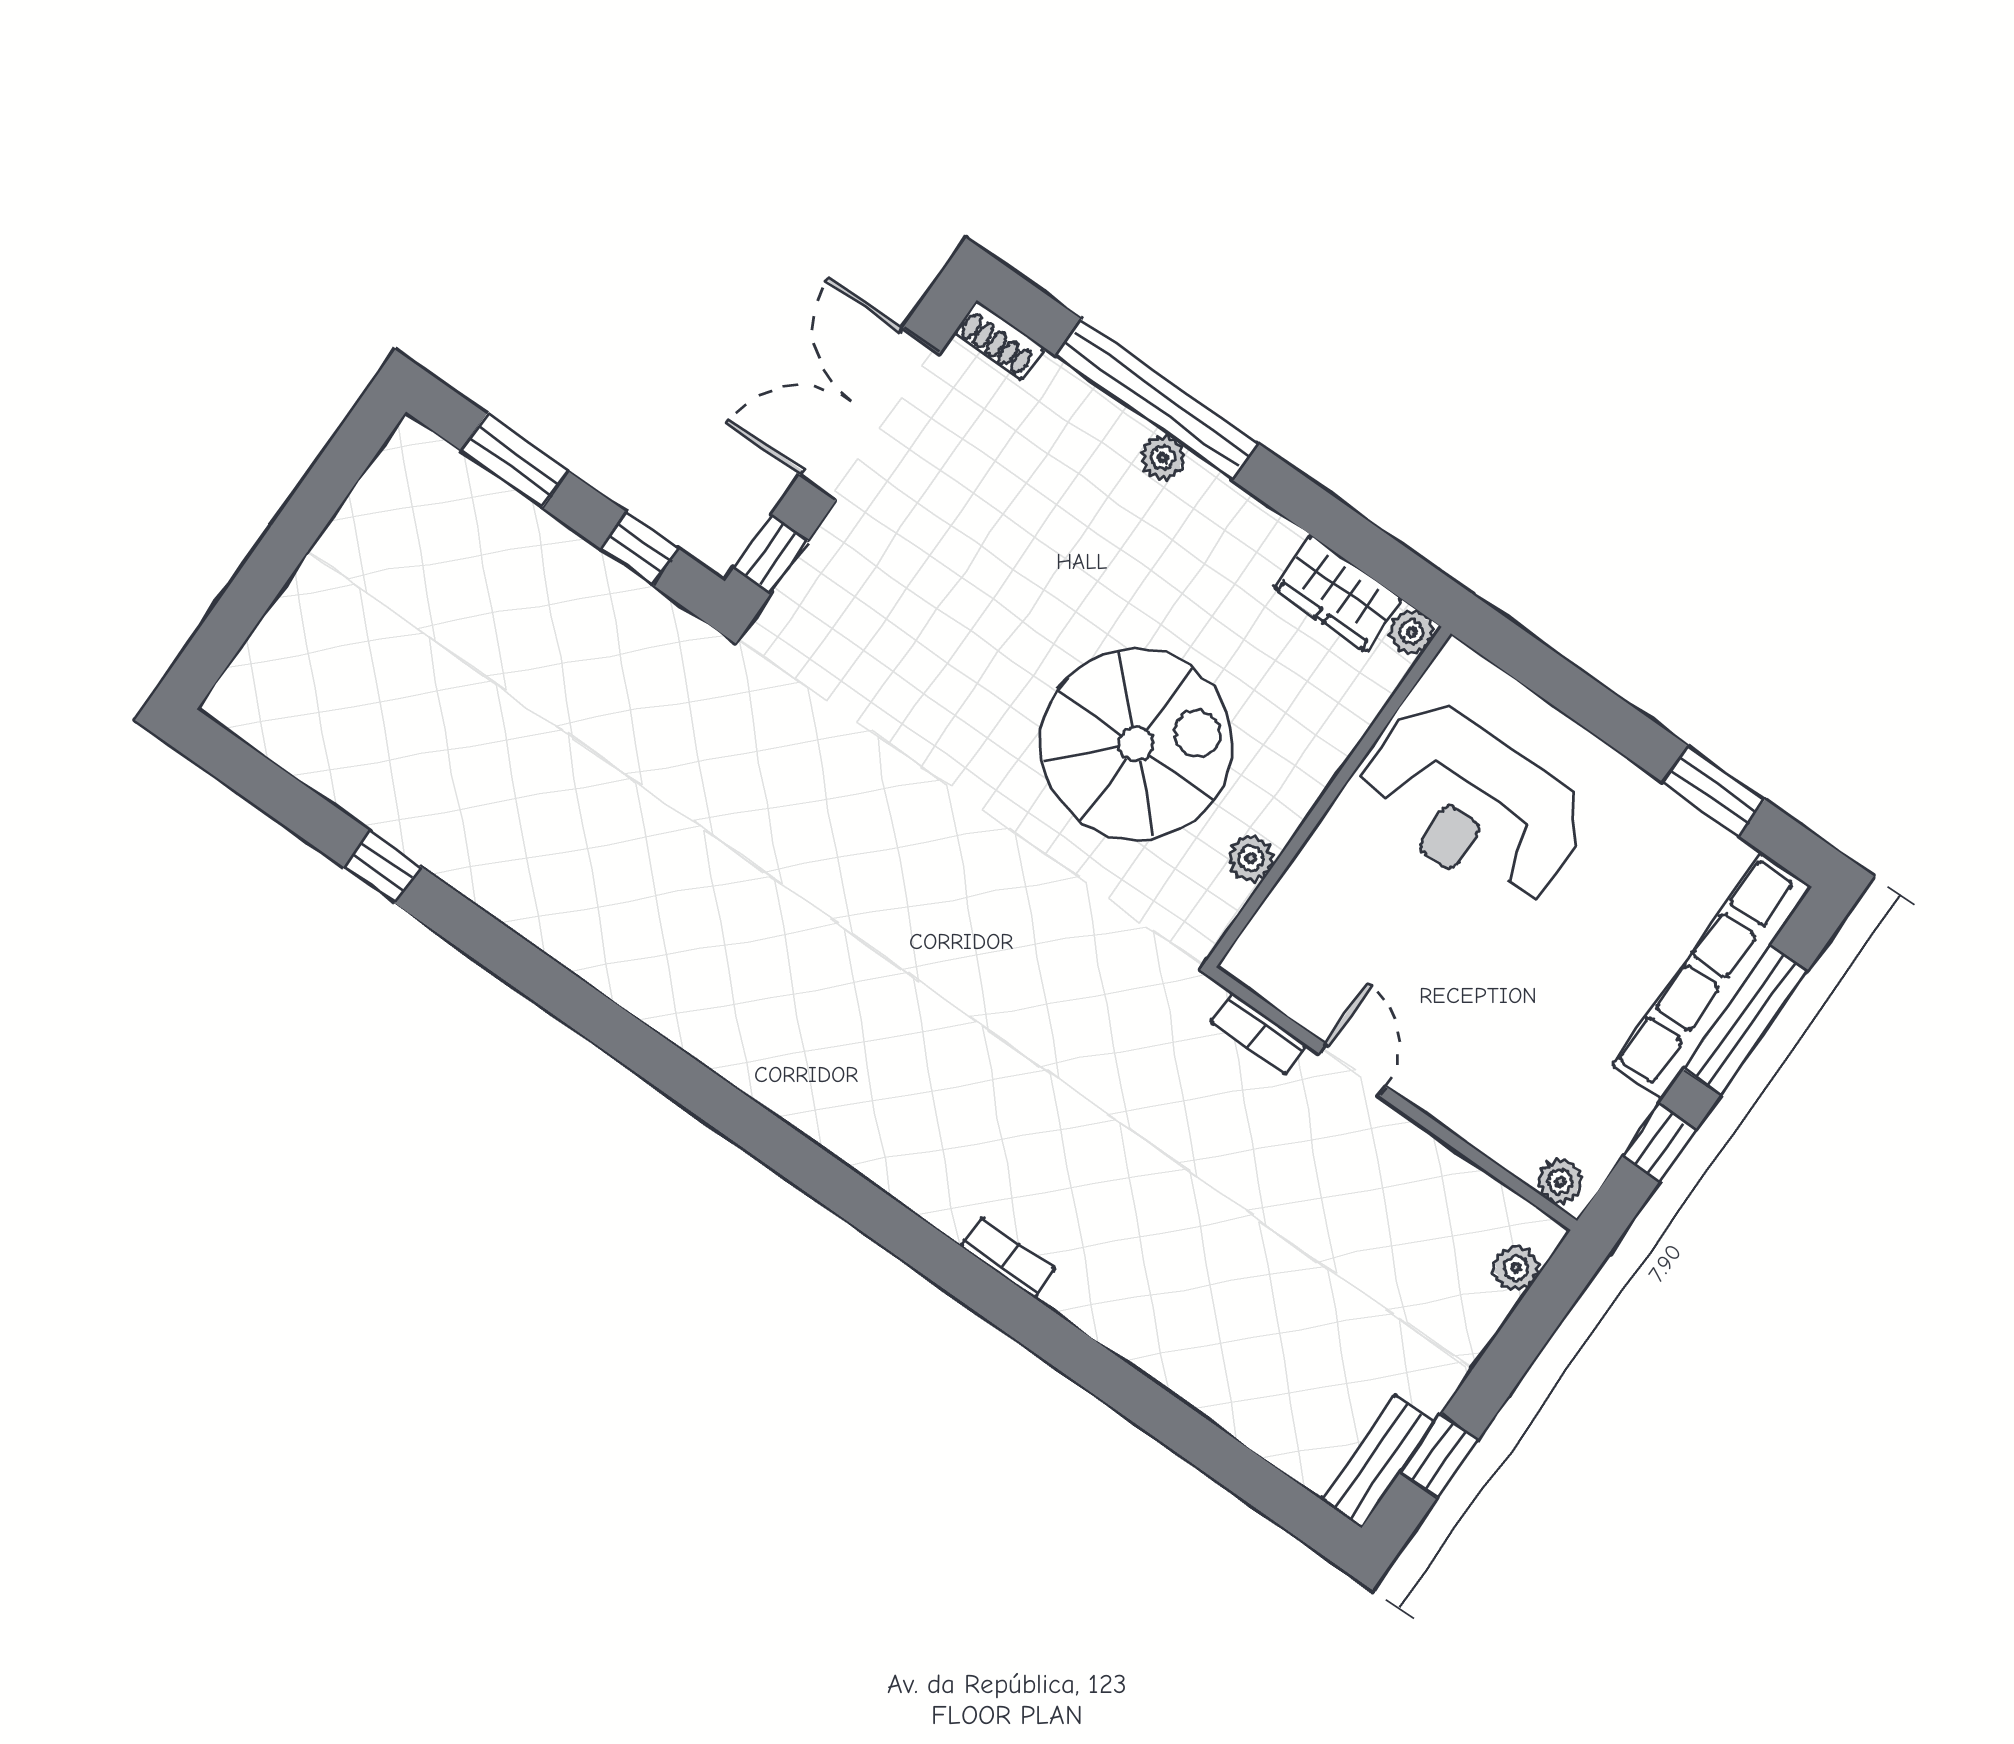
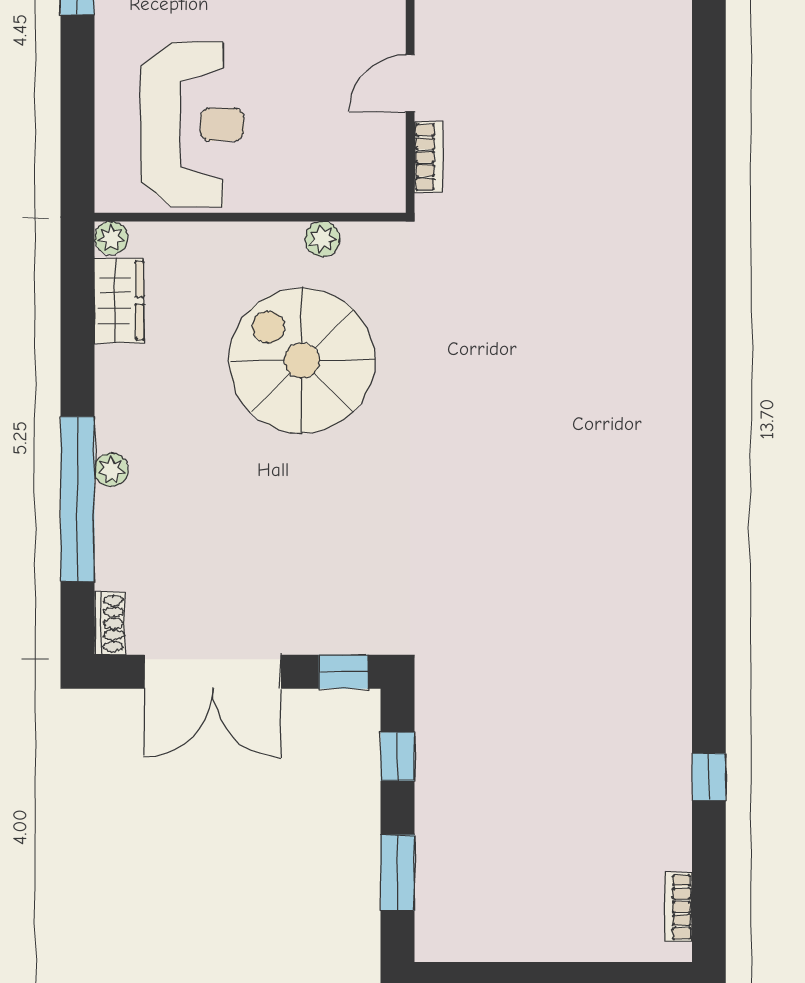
bookcase: (1008, 1258) -> (678, 907), moved

